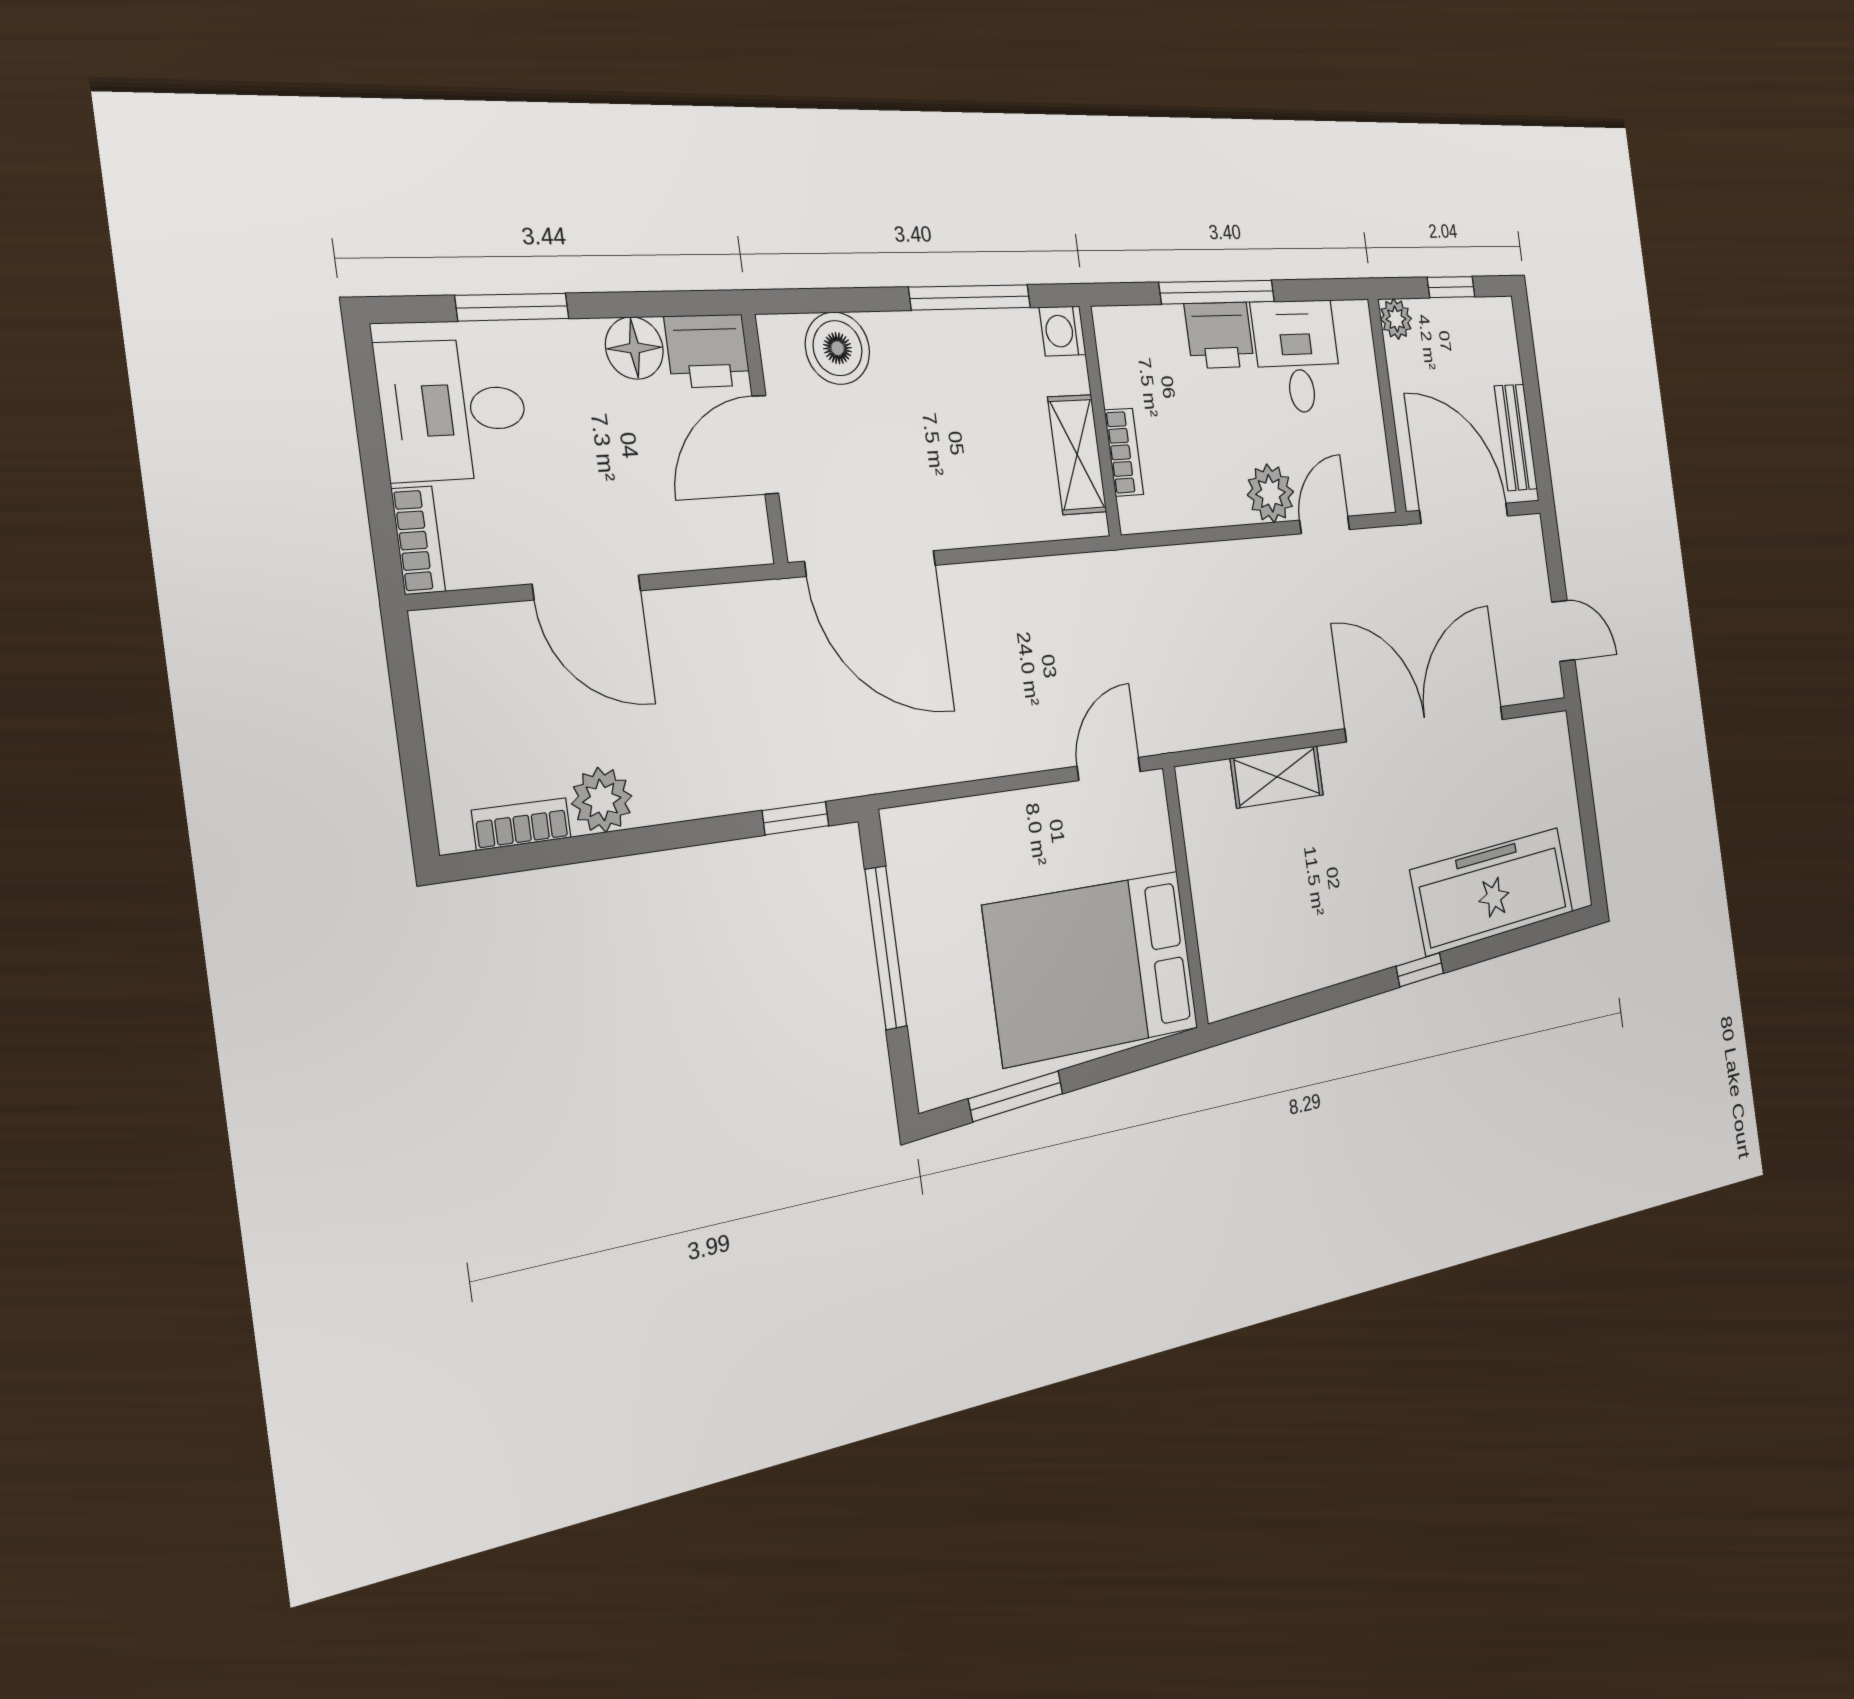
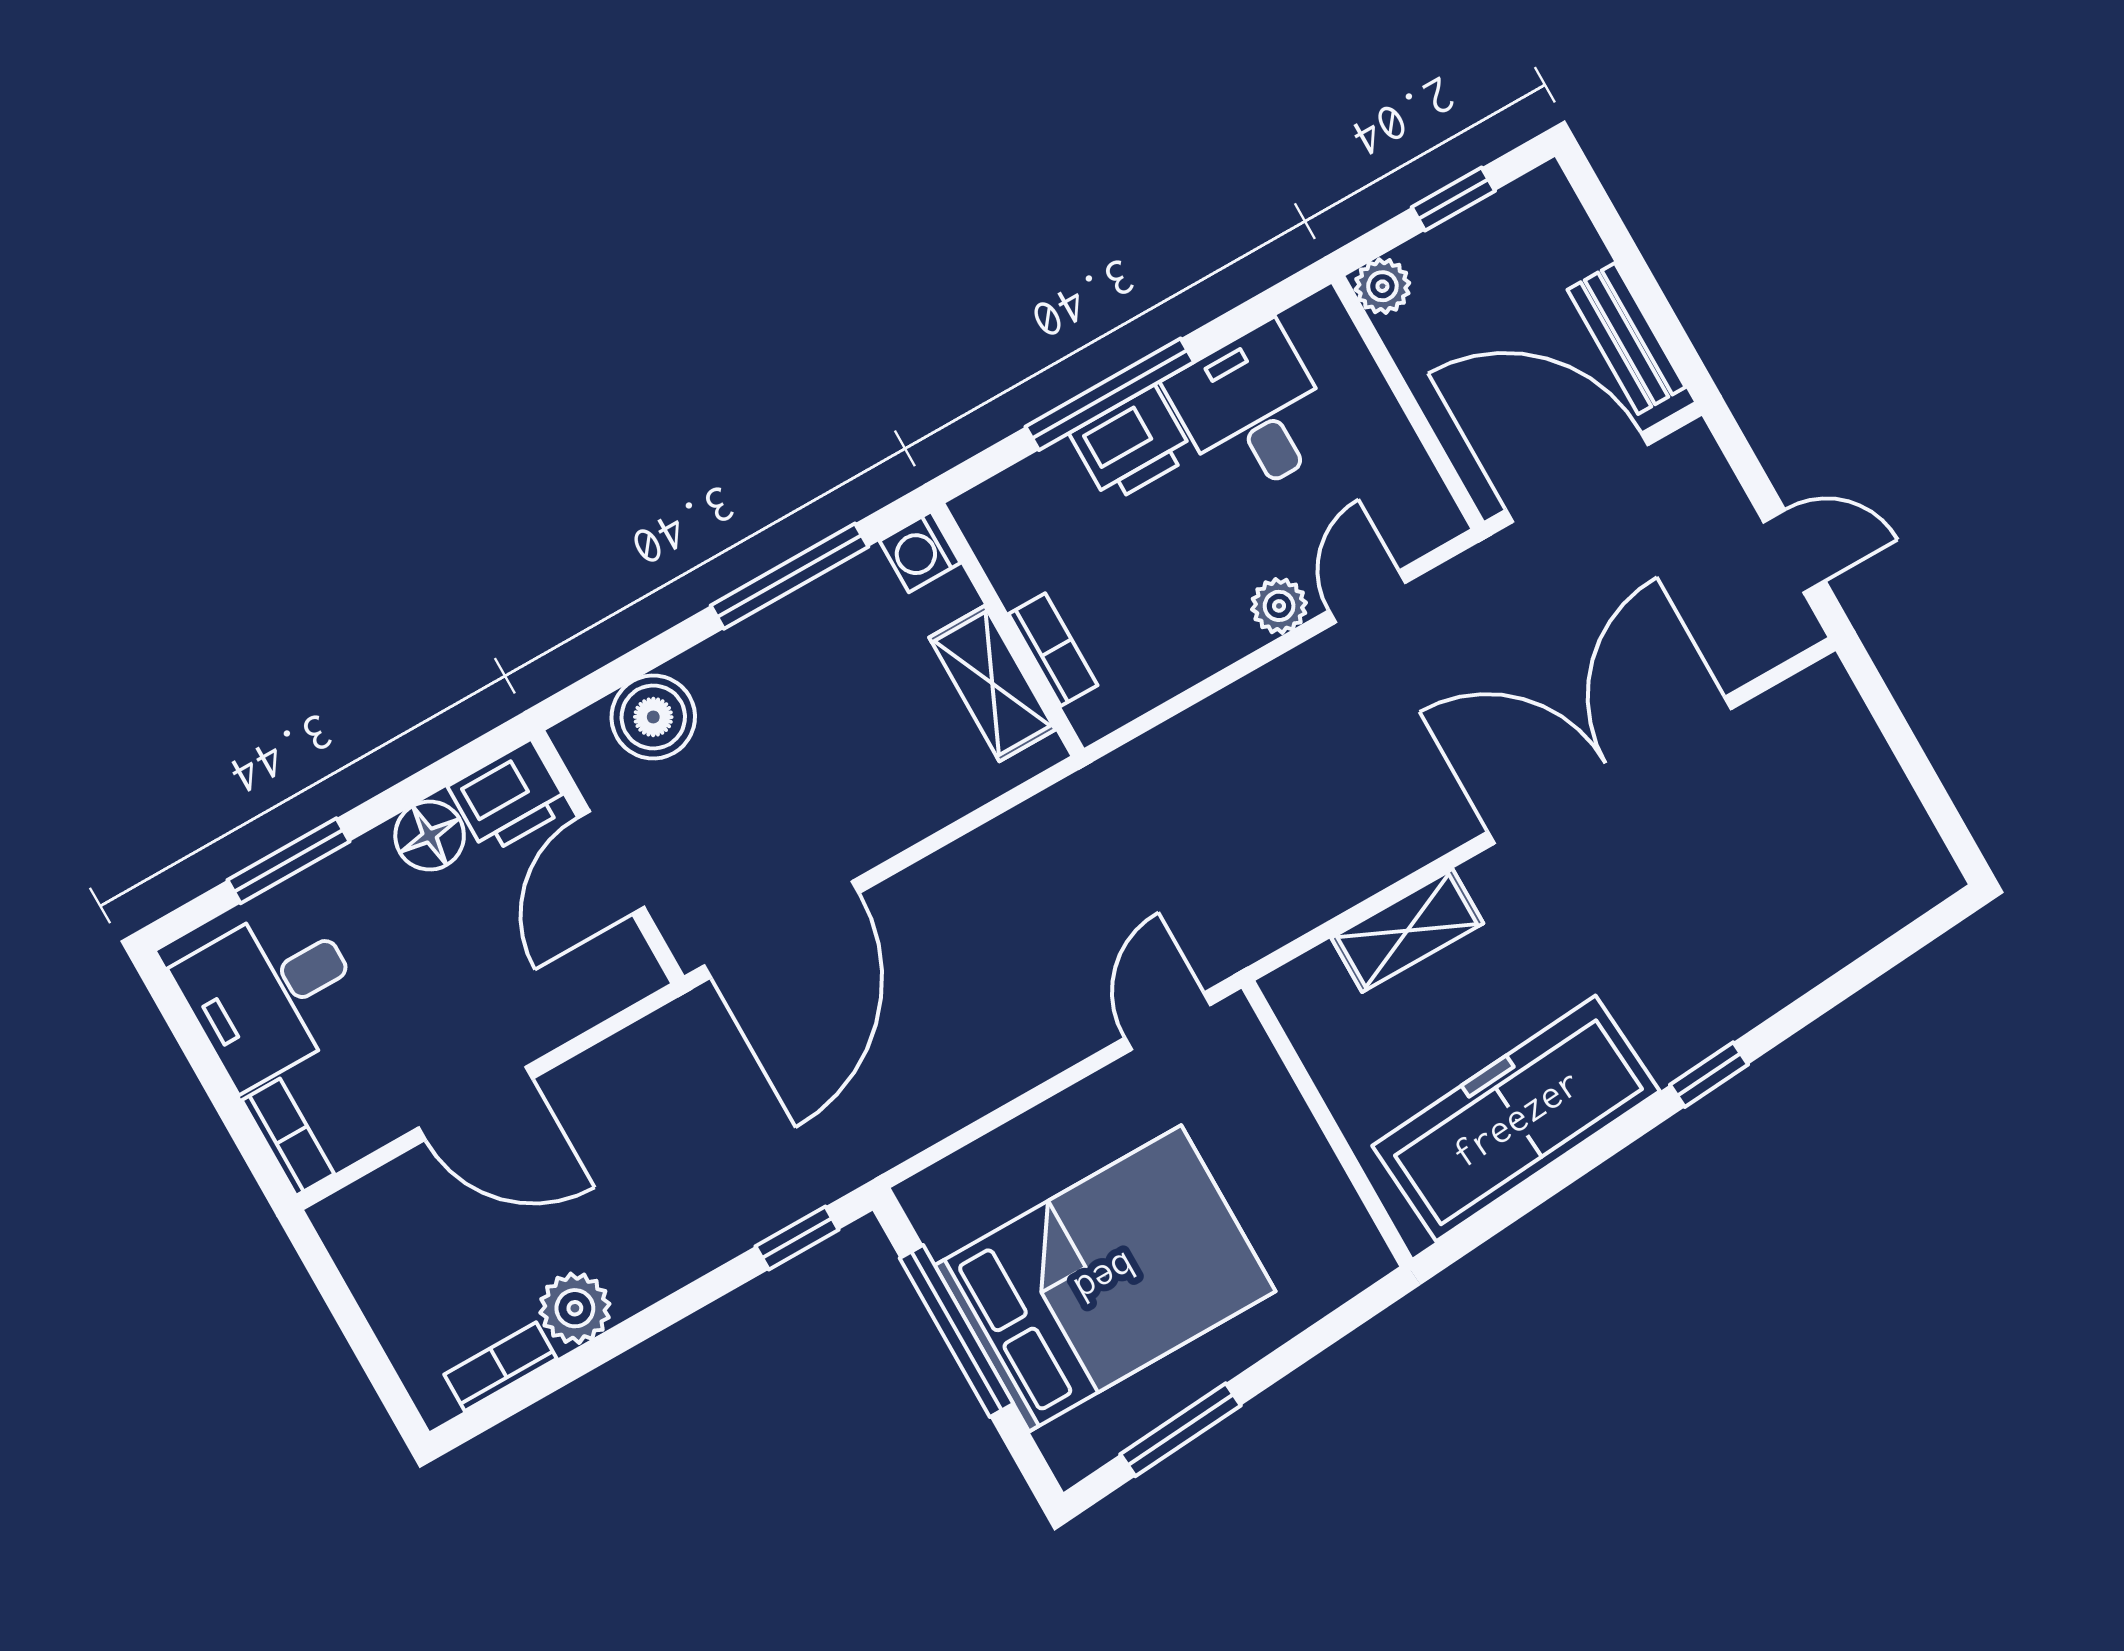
plant: (1270, 493) -> (1279, 606), width x0.73, depth x0.73
door: (871, 563) -> (781, 929), hinge flipped
freezer: (1493, 891) -> (1516, 1118), moved
bed: (1092, 968) -> (1105, 1278), moved, turned 180

